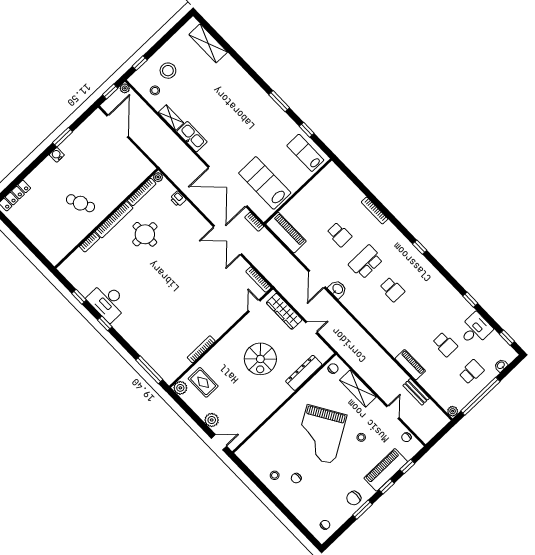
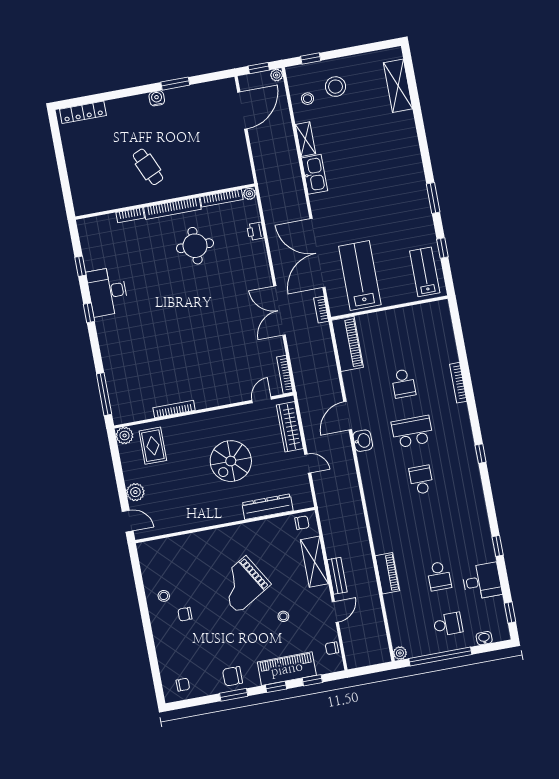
school desk: (392, 289) -> (421, 480), turned 180
bench: (416, 392) -> (337, 576), moved
grand piano: (321, 434) -> (242, 584), width x0.73, depth x0.68

